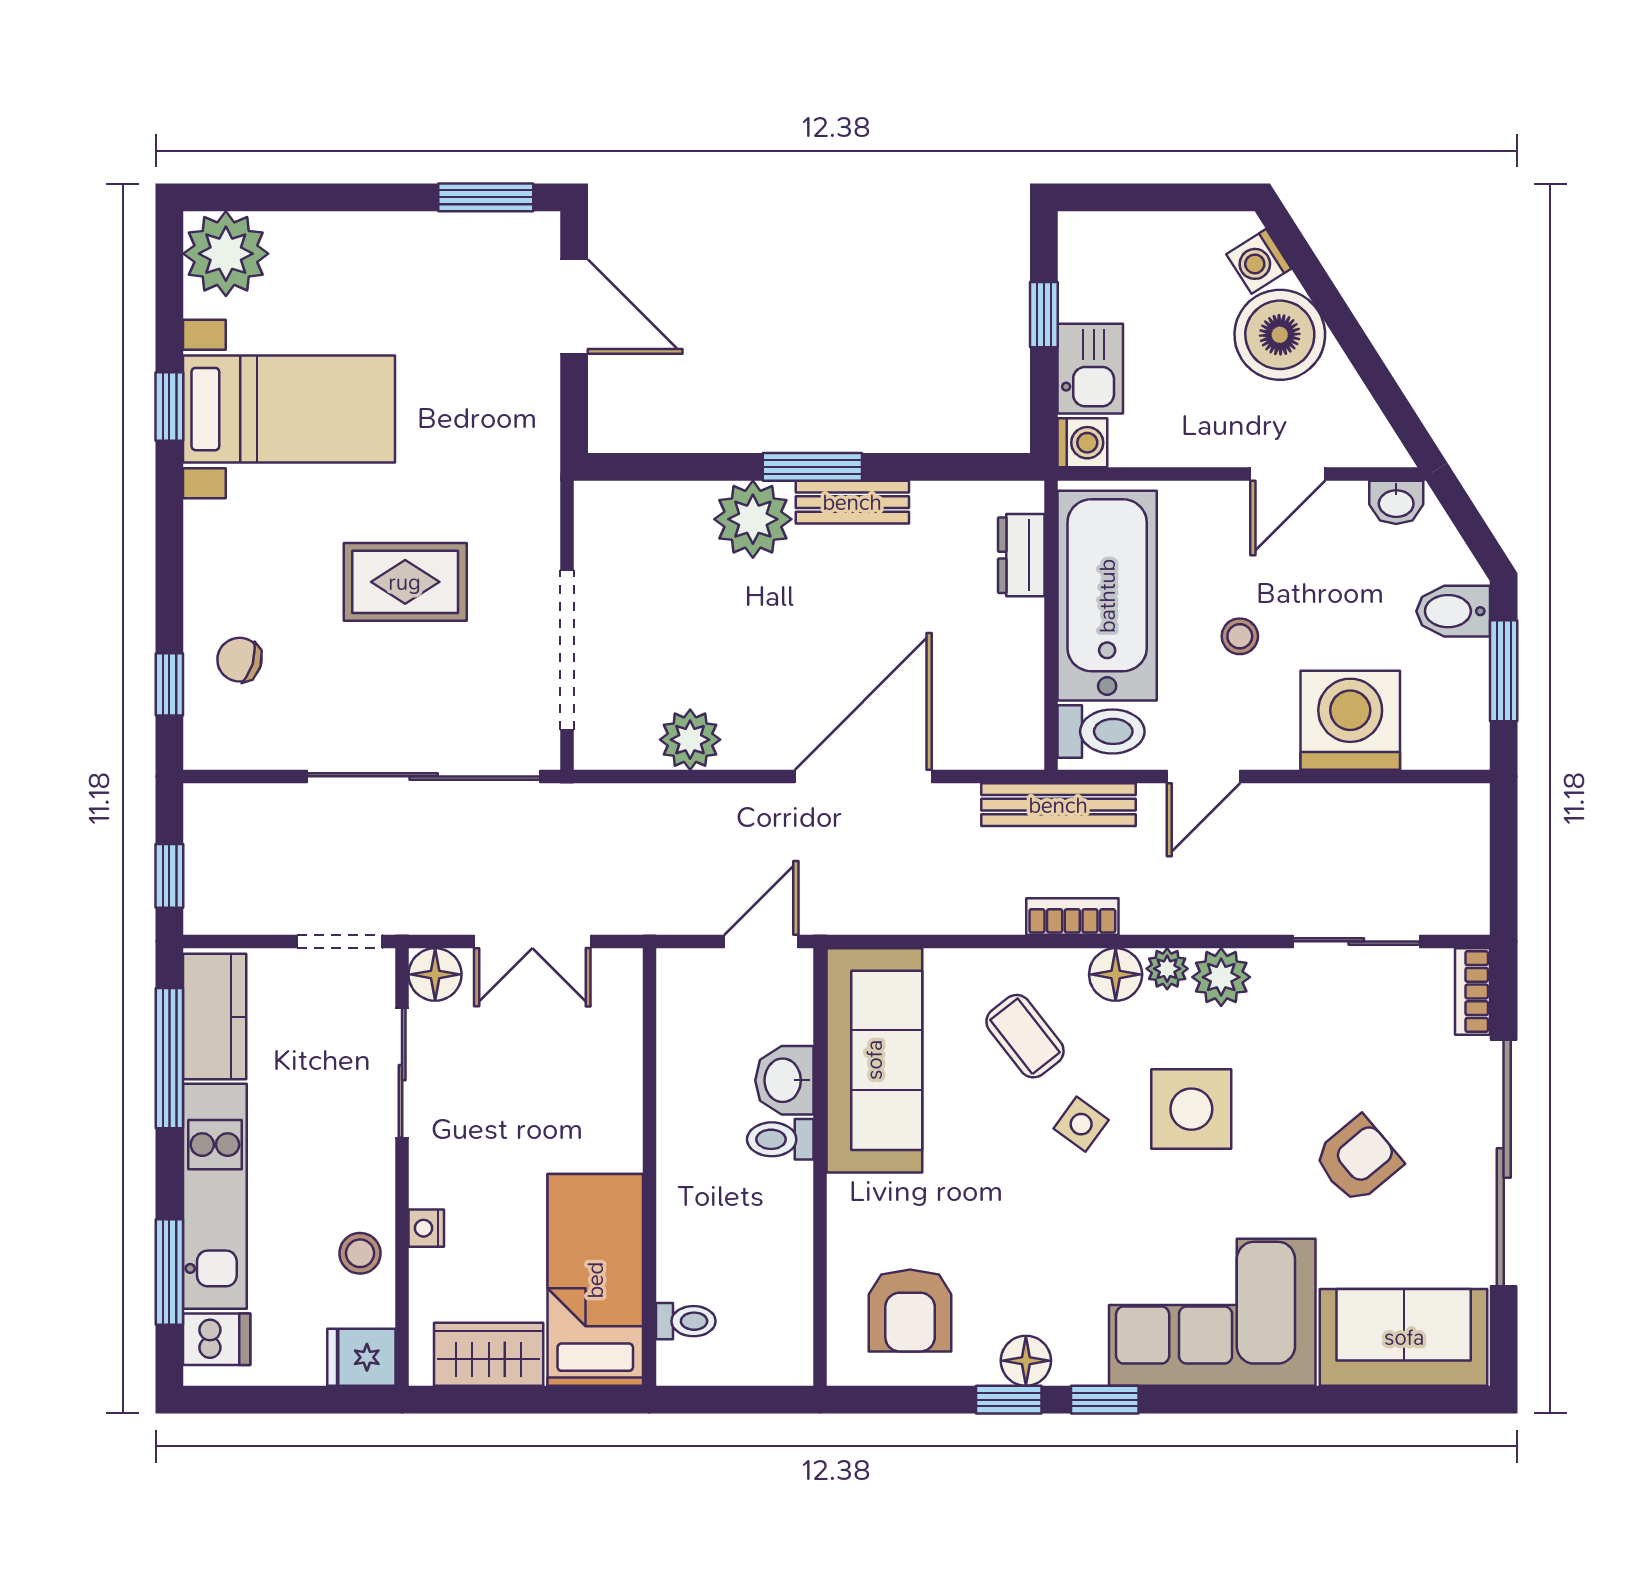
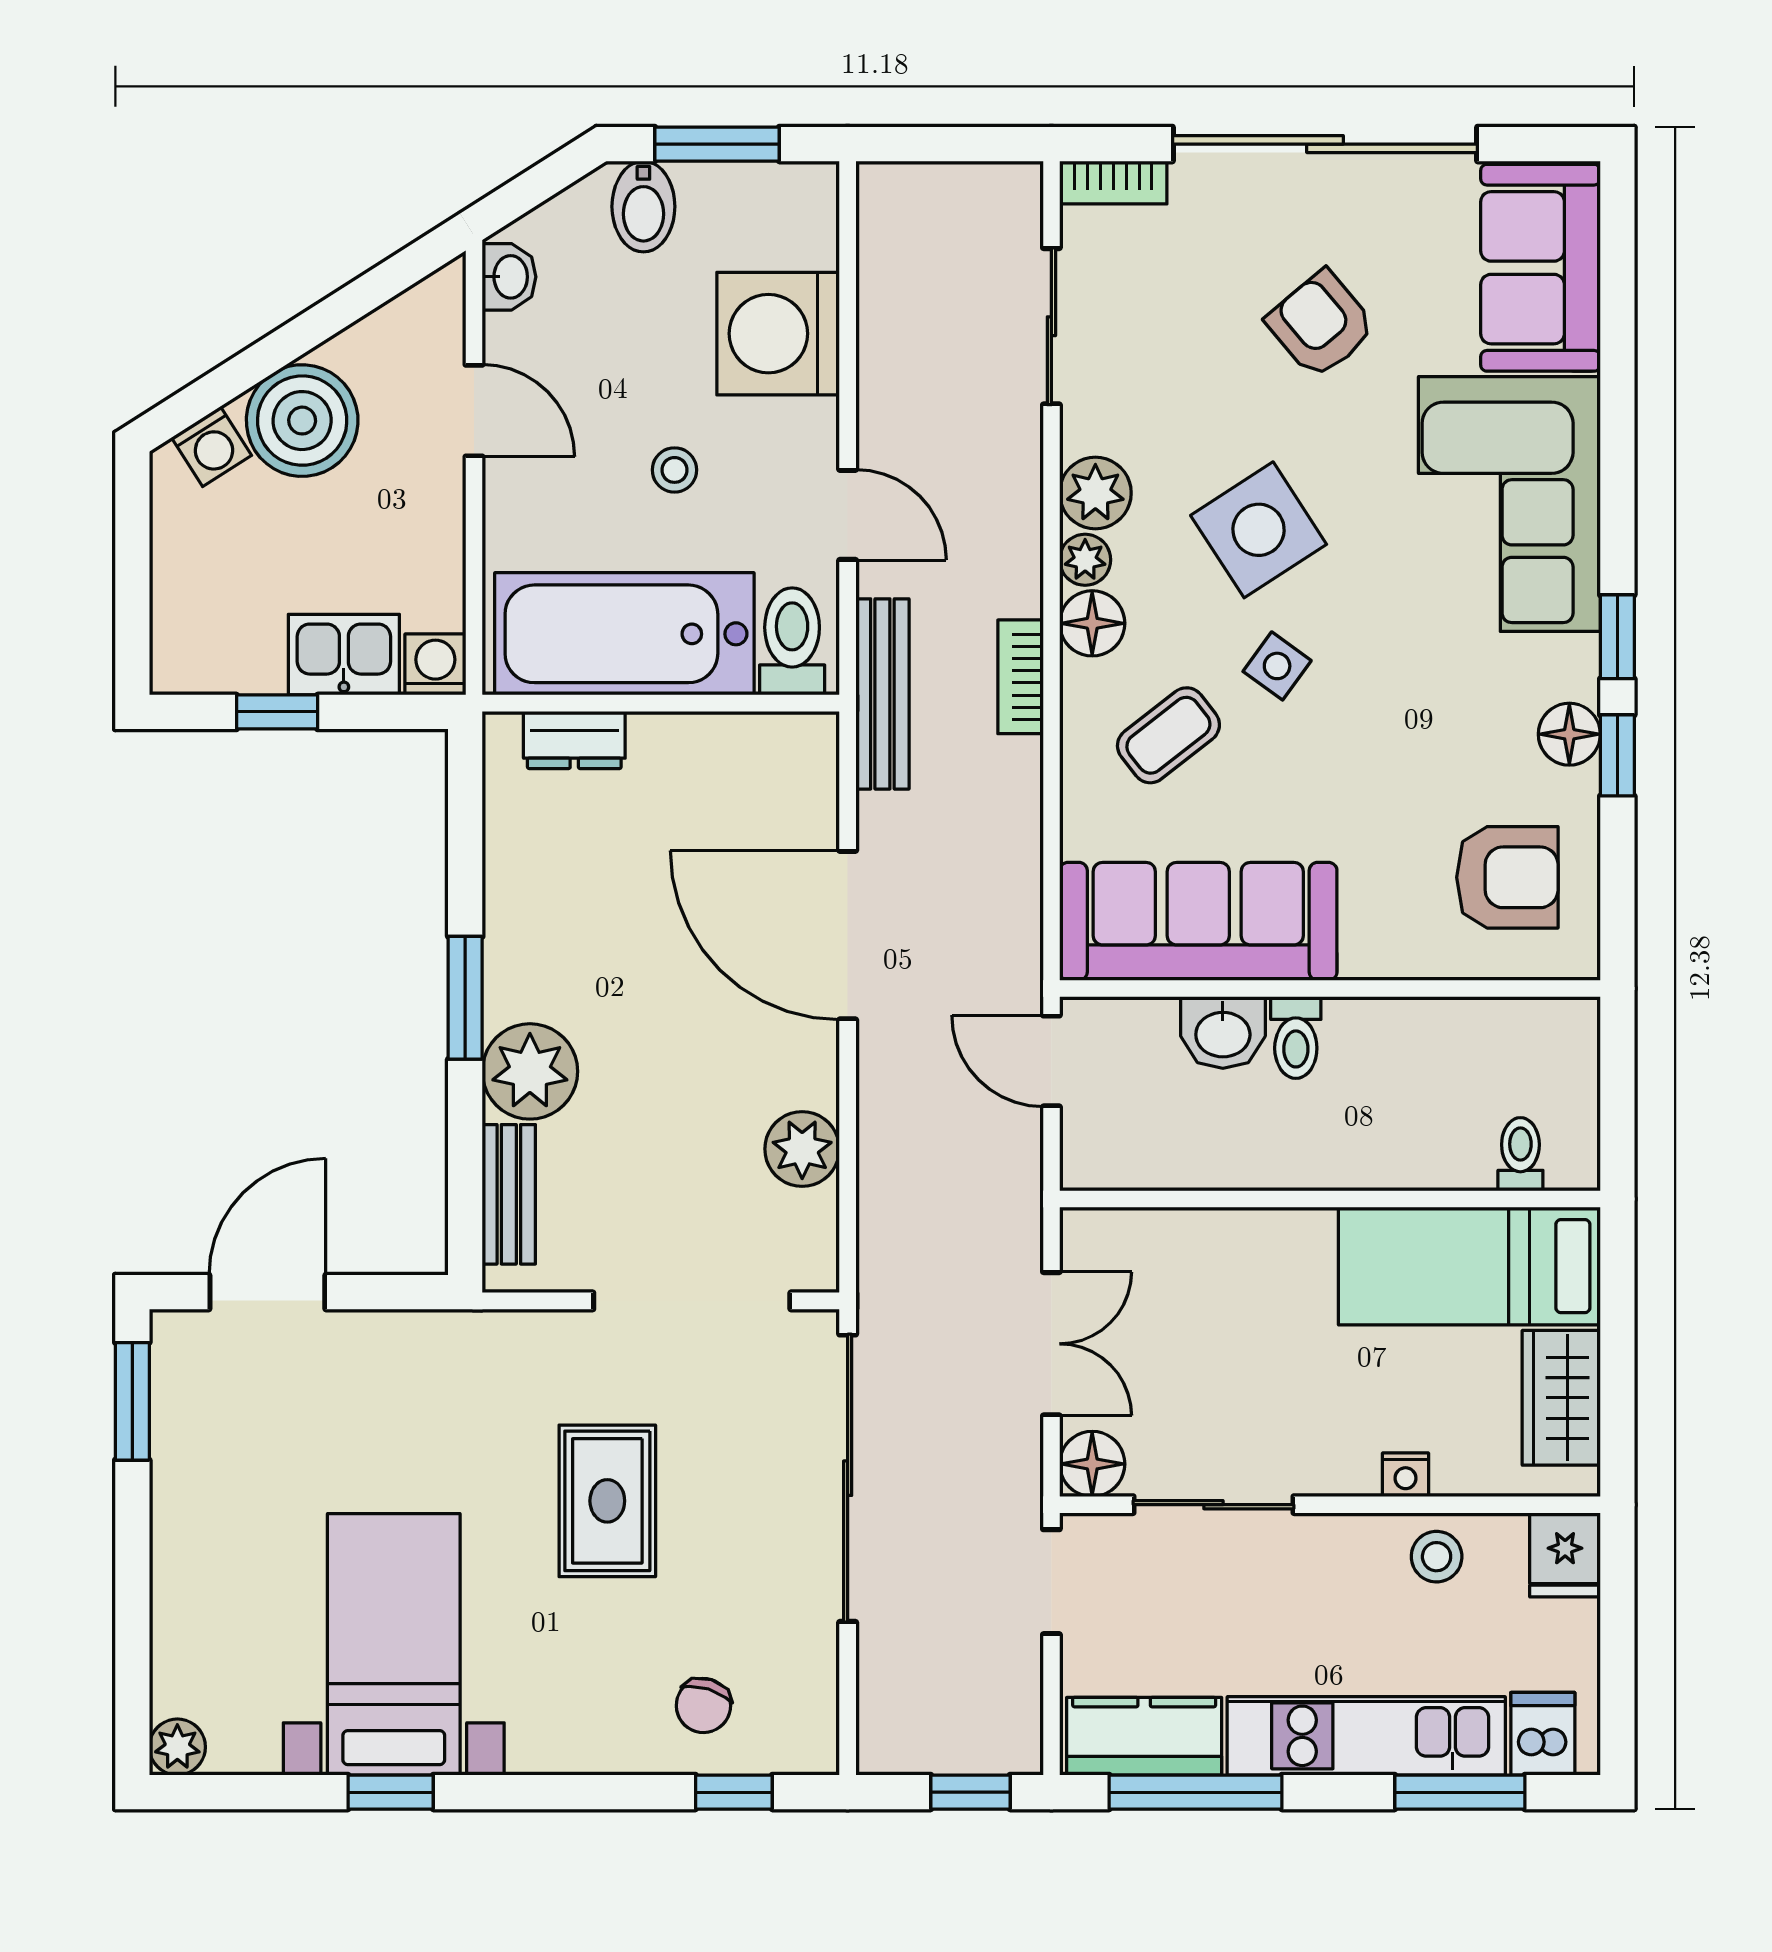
plant: (226, 254) -> (177, 1747), width x0.53, depth x0.53
bench: (852, 502) -> (509, 1194), moved
side table: (1191, 1109) -> (1259, 530), turned -33

